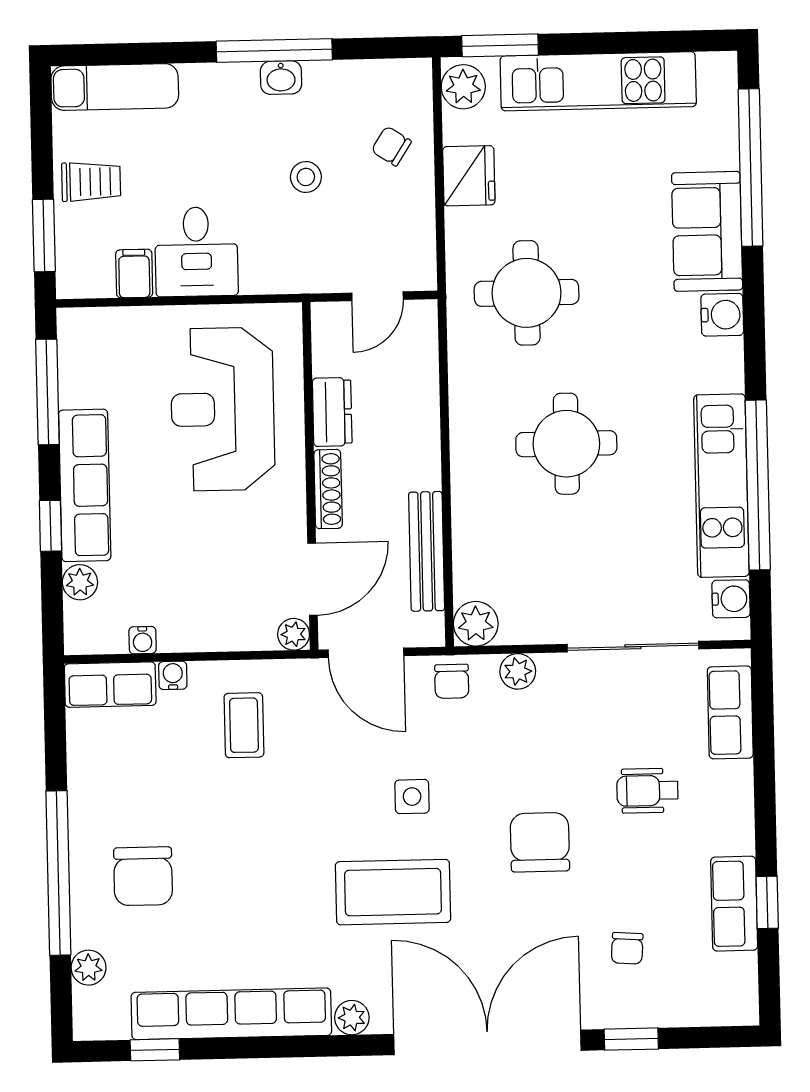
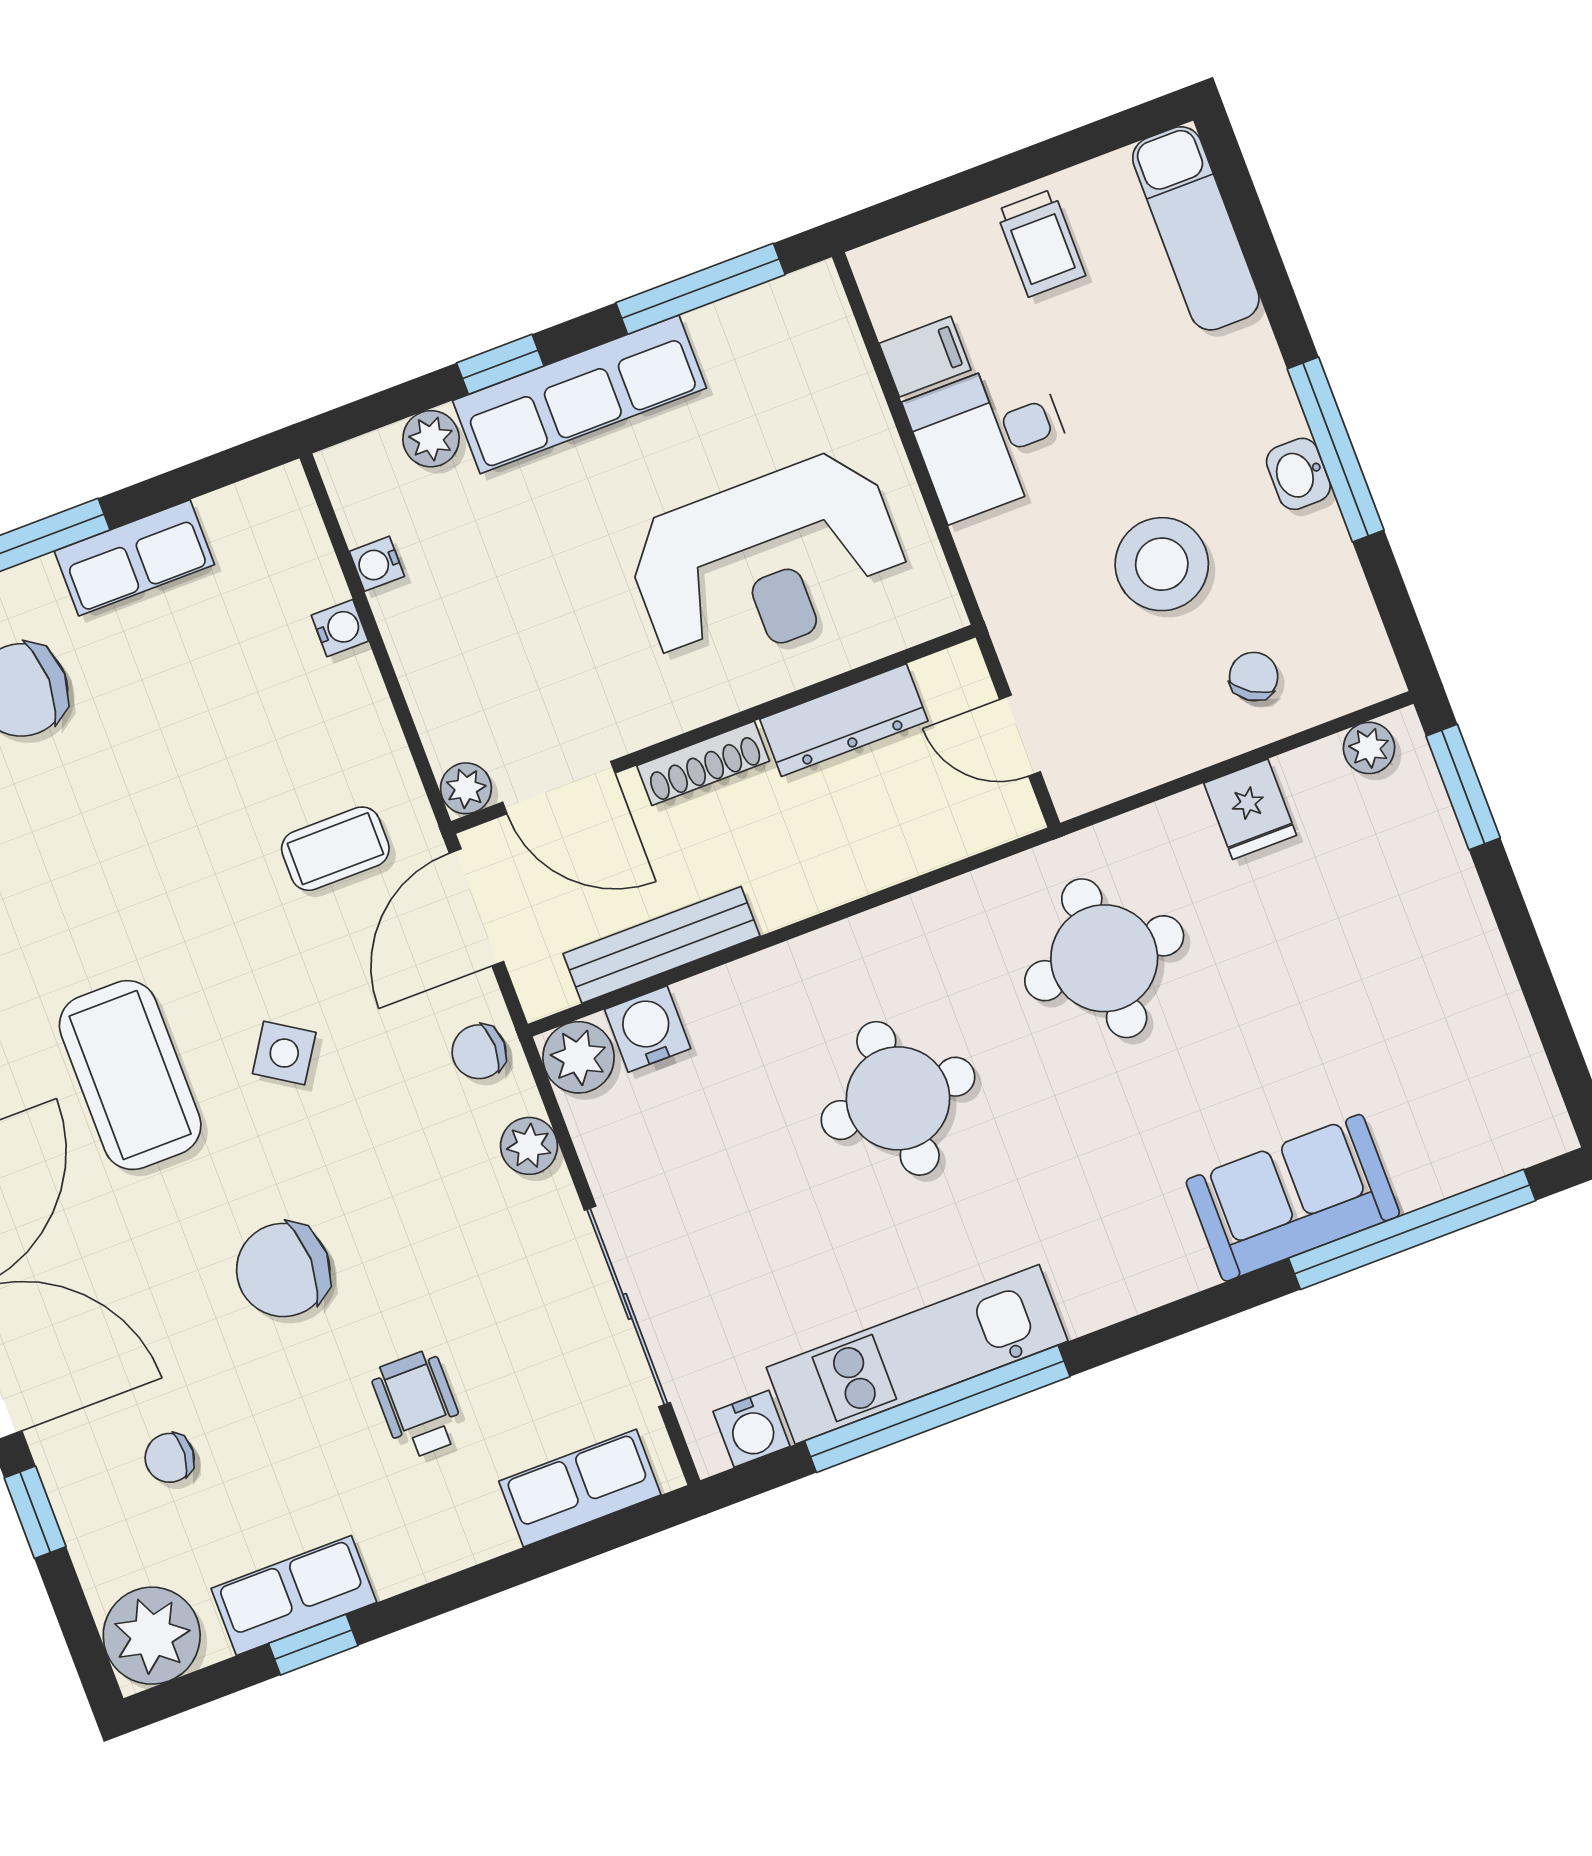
kitchen unit: (598, 81) -> (1461, 954), removed
plant: (463, 87) -> (1369, 748), width x0.73, depth x0.73
fridge: (469, 176) -> (1250, 809), width x0.72
stool: (306, 177) -> (1162, 564), width x1.89, depth x1.89
window: (44, 235) -> (935, 200), removed
water cooler: (722, 315) -> (648, 1029), moved, turned 180
reception desk: (223, 409) -> (768, 562), turned 180
dresser: (332, 412) -> (844, 720), width x1.44
row of seats: (110, 685) -> (134, 558), moved, turned -90
coffee table: (244, 725) -> (335, 849), moved
side table: (412, 797) -> (284, 1053), turned 33
chair: (540, 842) -> (283, 1270), turned 180
plant: (728, 996) -> (152, 1636), added

